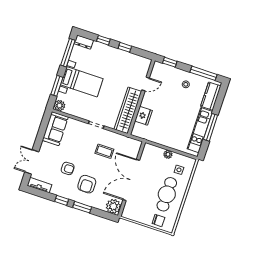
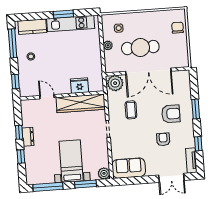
dresser: (84, 42) -> (28, 137), moved
window: (211, 127) -> (63, 14), width x0.69
cafe table: (167, 194) -> (140, 48), moved
window: (62, 200) -> (198, 144), moved
plant: (113, 206) -> (115, 83), moved

